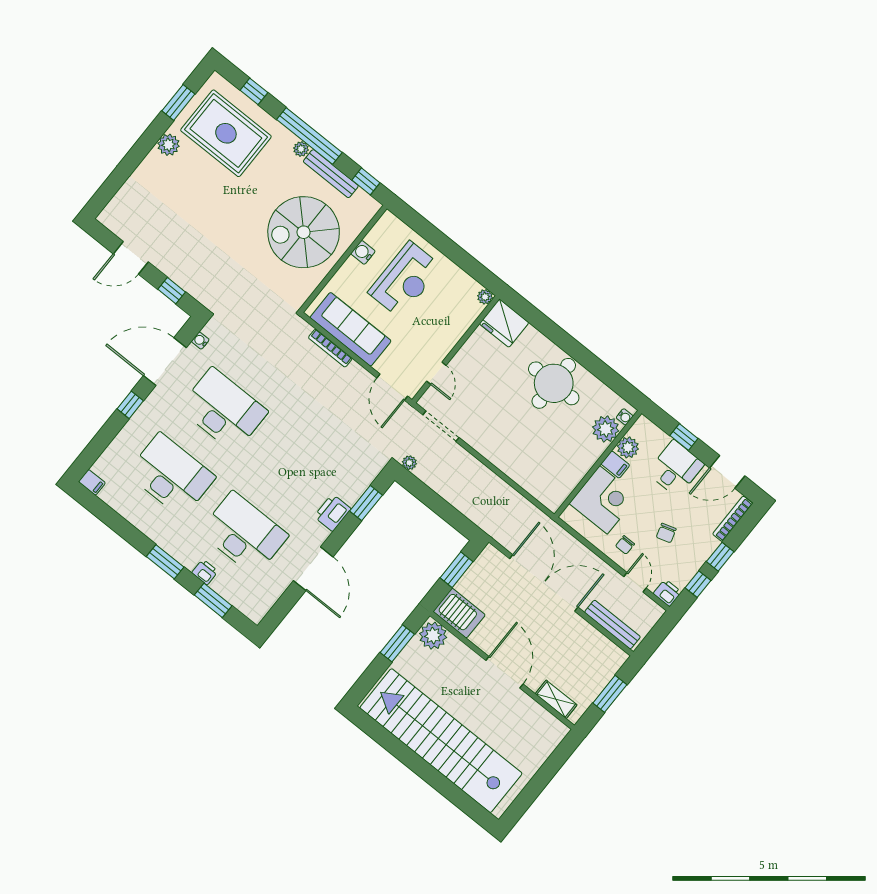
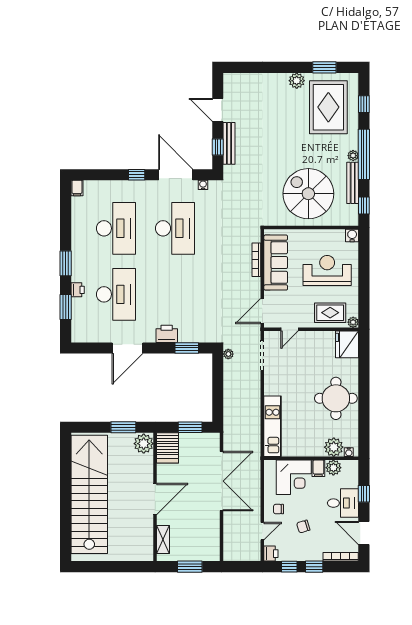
water cooler: (363, 252) -> (352, 235), moved
reception desk: (405, 280) -> (327, 270), turned 180
rug: (454, 314) -> (330, 313), added
kitchen unit: (528, 478) -> (273, 426), added
bench: (612, 625) -> (229, 143), moved

